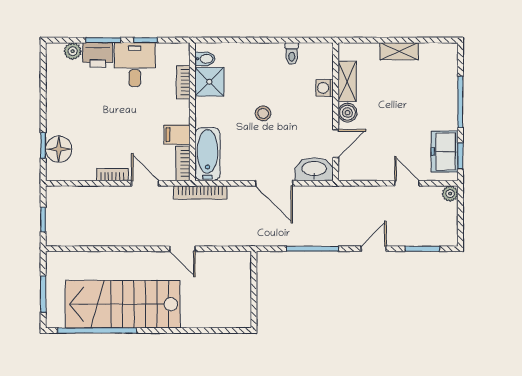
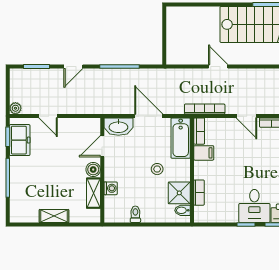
bidet: (205, 59) -> (183, 210), moved
bookcase: (183, 82) -> (199, 193), moved
shower: (209, 82) -> (179, 193), moved
wall: (192, 112) -> (192, 170), moved
filing cabinet: (177, 135) -> (204, 153), moved
bathtub: (207, 154) -> (181, 138), moved
bookcase: (183, 163) -> (199, 131), moved

